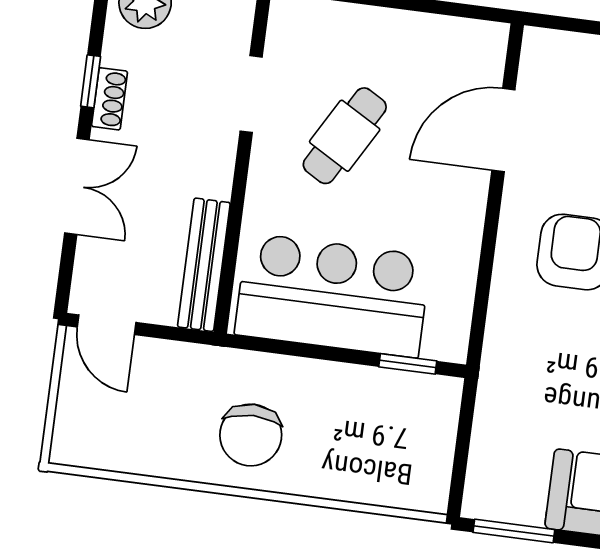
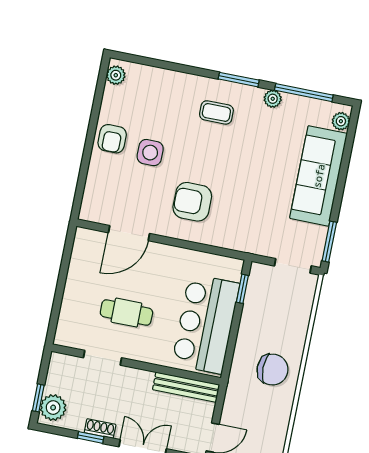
door: (503, 130) -> (129, 233), hinge flipped
cafe table: (345, 136) -> (126, 313), turned -30
doorway: (460, 462) -> (293, 266), added

